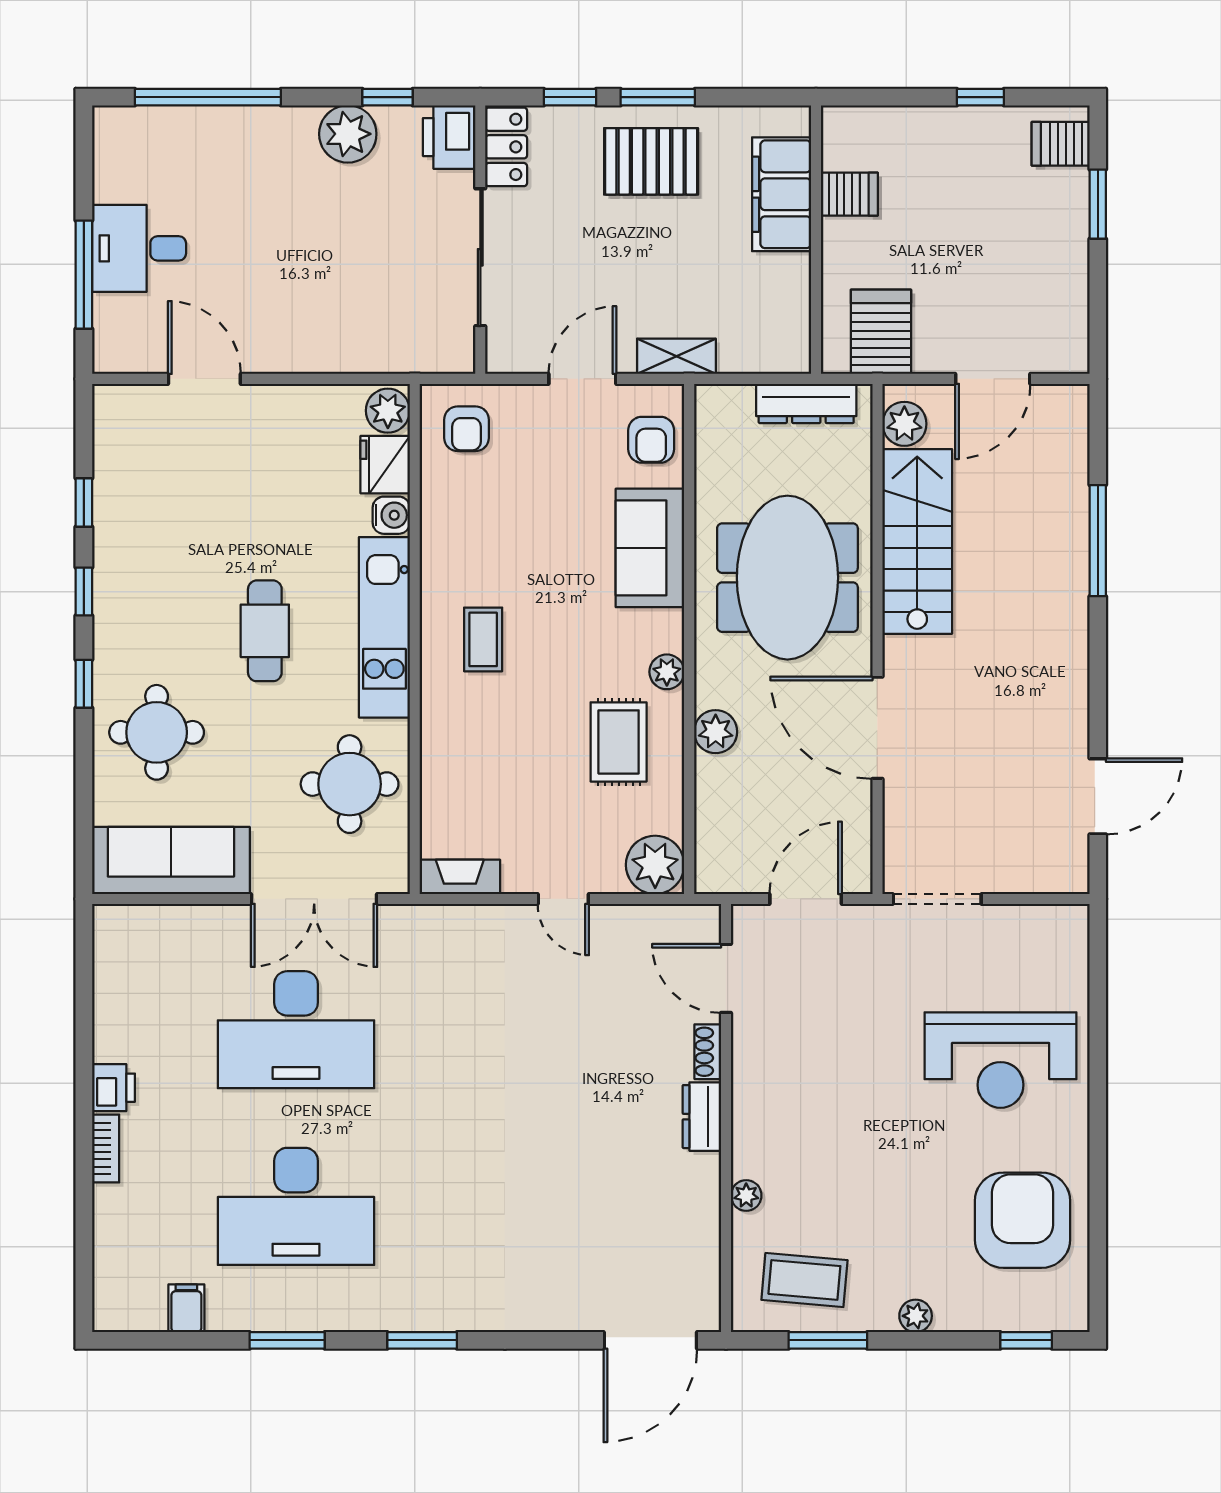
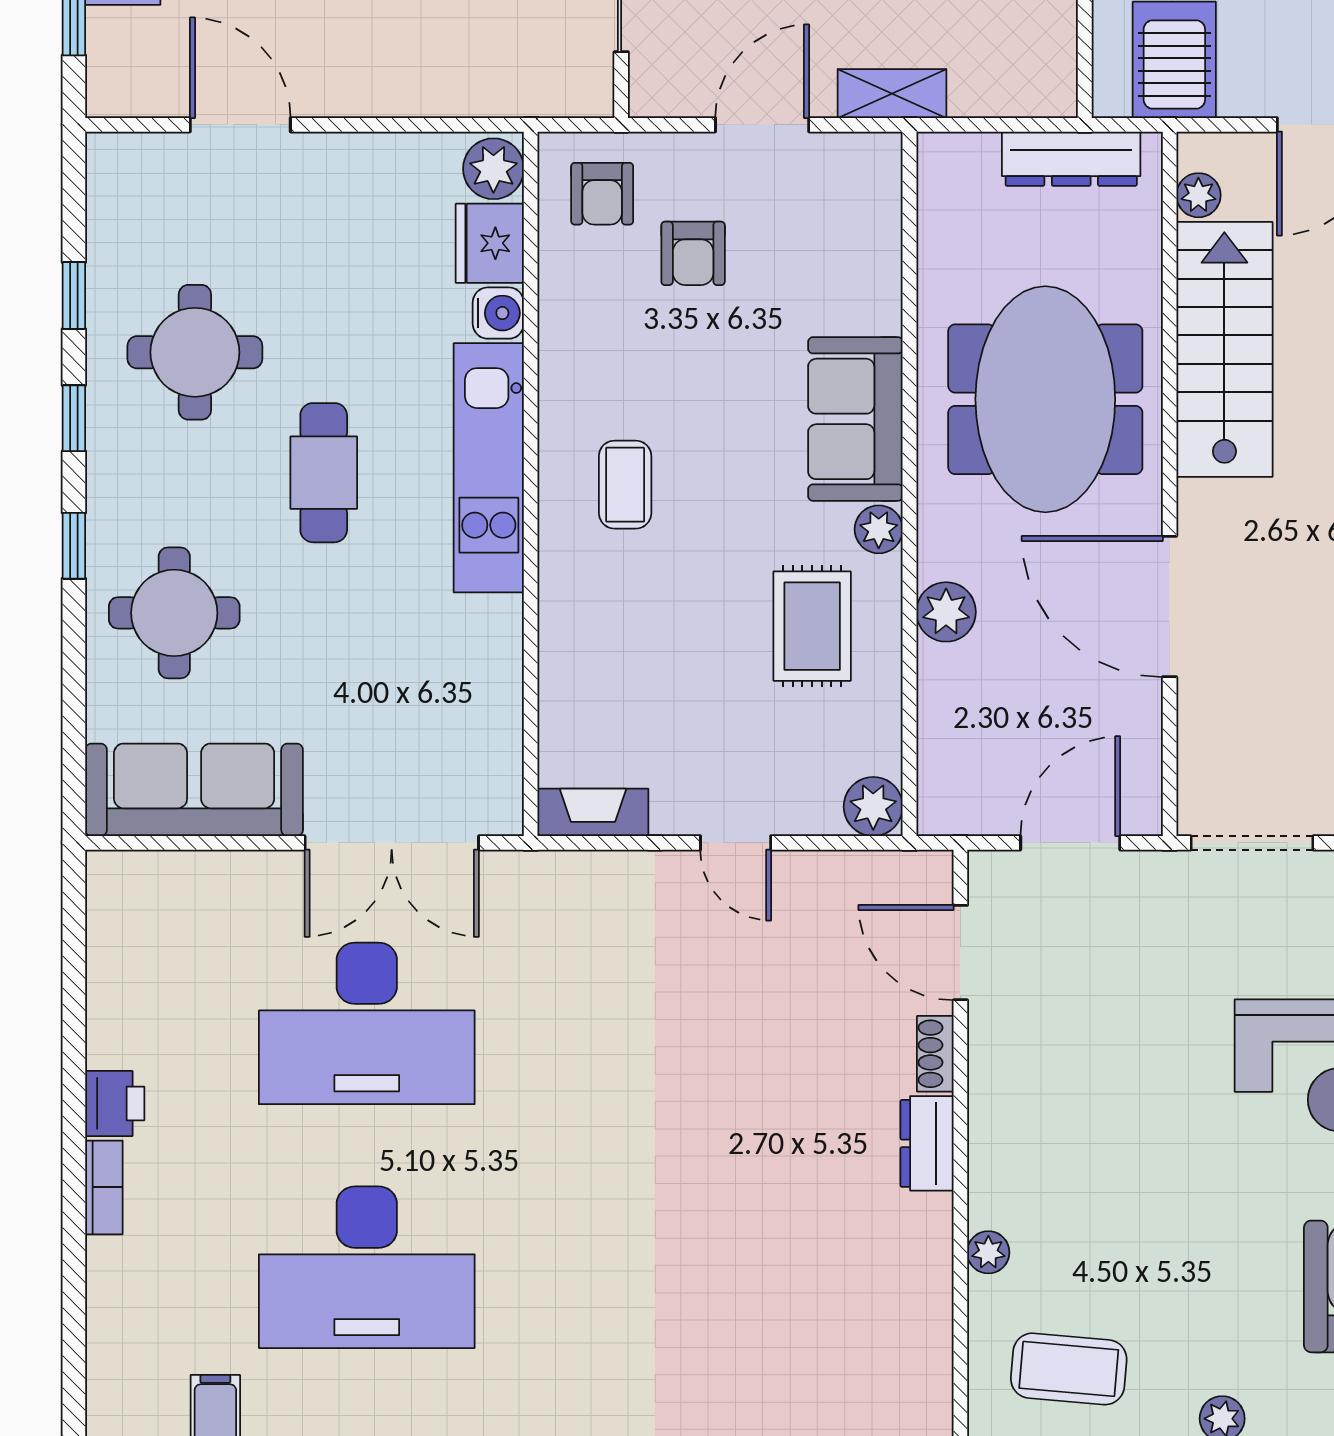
plant: (904, 424) -> (1198, 195), width x0.73, depth x0.73
armchair: (651, 440) -> (693, 253), moved
sofa: (650, 548) -> (855, 419), moved
round table: (350, 784) -> (195, 352), moved
plant: (655, 865) -> (873, 807), width x0.73, depth x0.73

